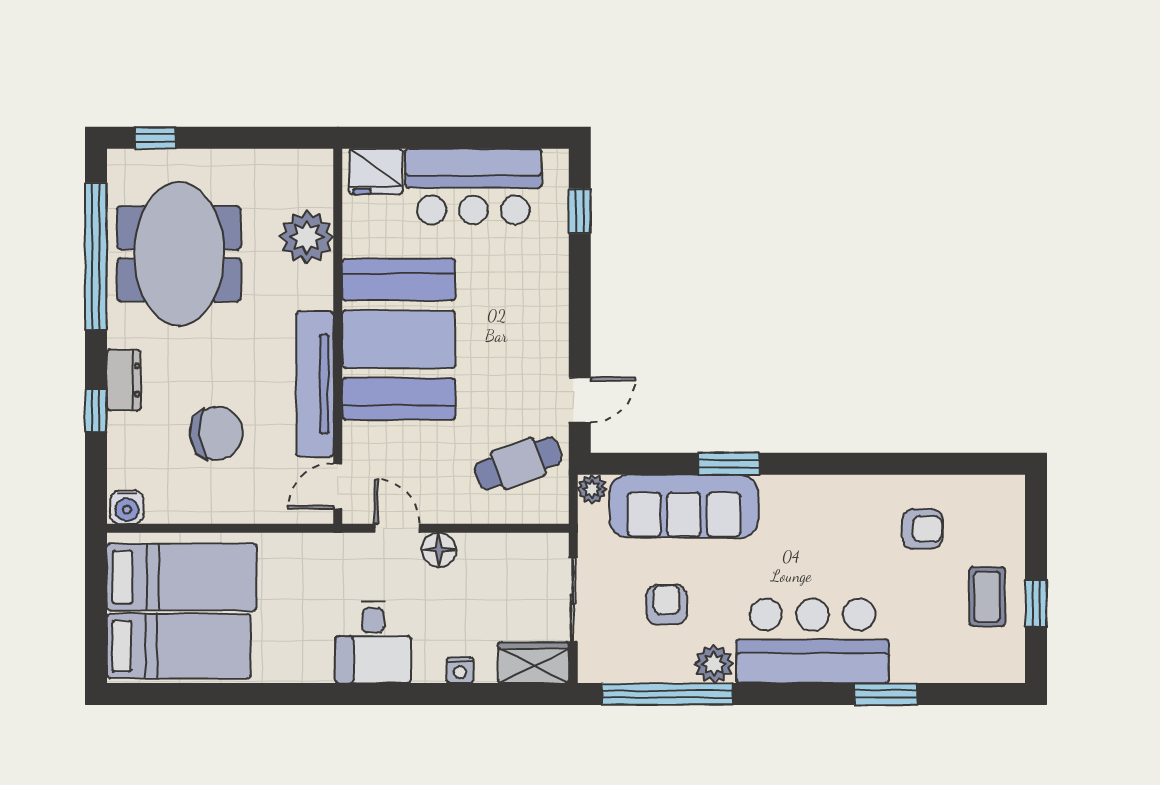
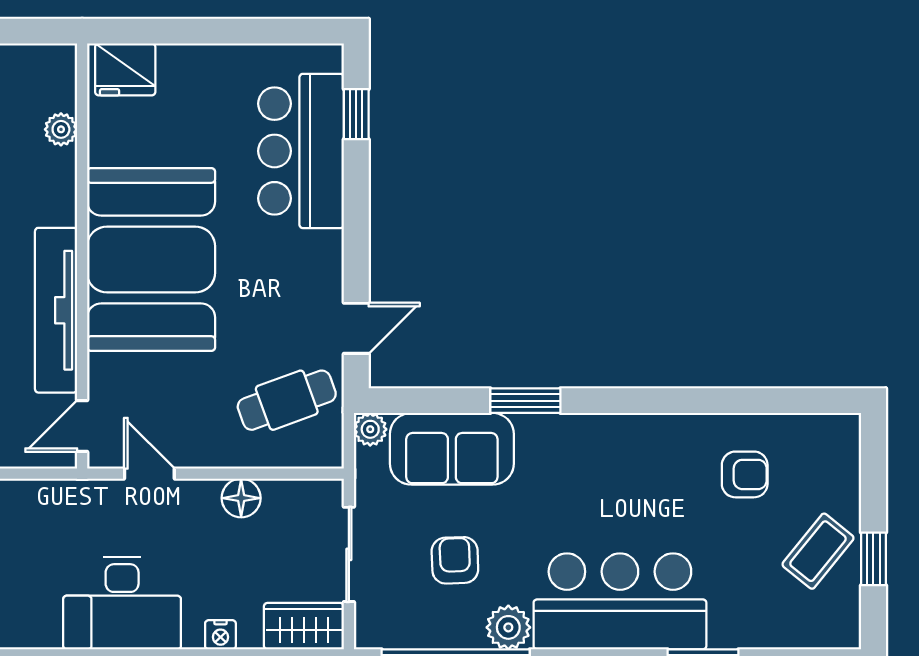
bar counter: (473, 186) -> (301, 151), moved, turned 90
plant: (307, 237) -> (61, 129), width x0.53, depth x0.53
sofa: (684, 506) -> (452, 449), width x0.73
floor lamp: (439, 550) -> (241, 498), moved
coffee table: (987, 597) -> (818, 551), turned 39
desk: (373, 642) -> (122, 603), width x1.37

